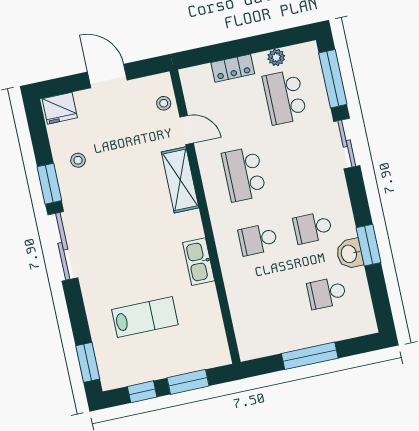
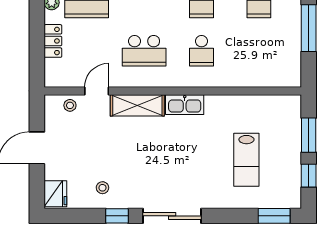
window: (49, 184) -> (117, 216), width x0.67
kitchen sink: (199, 262) -> (185, 105), moved
lab bench: (145, 317) -> (246, 160), turned 180

